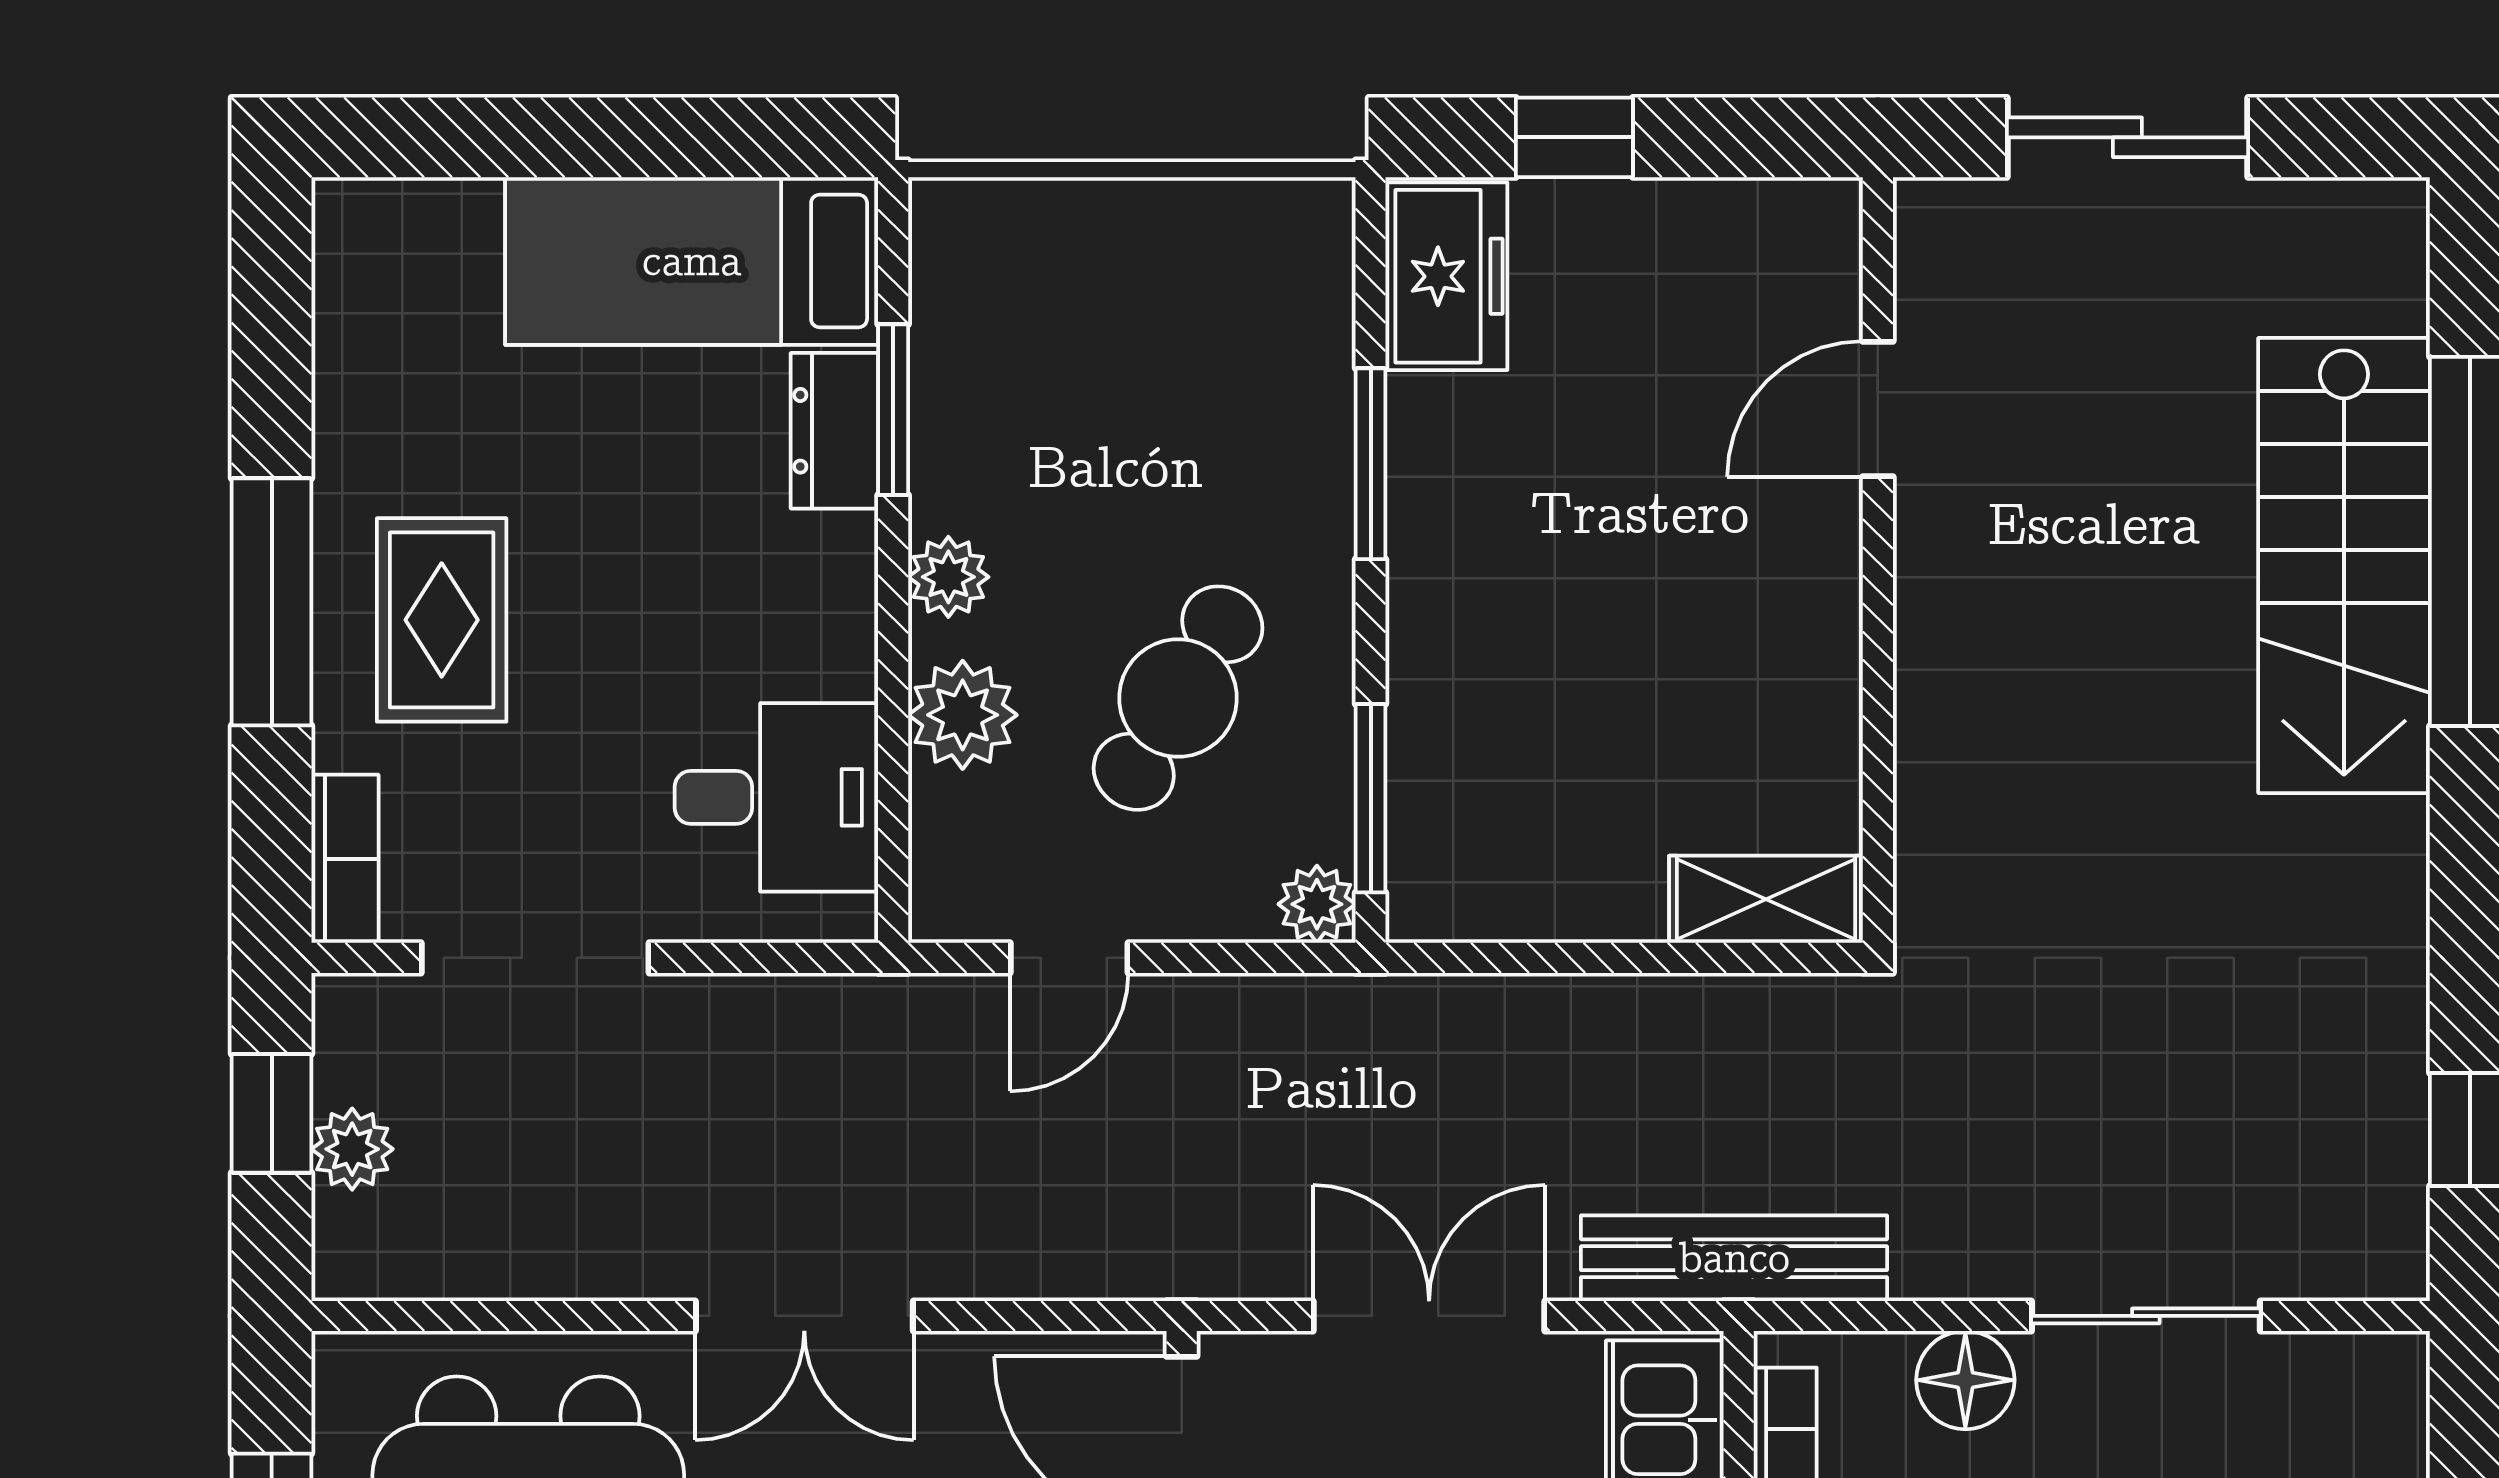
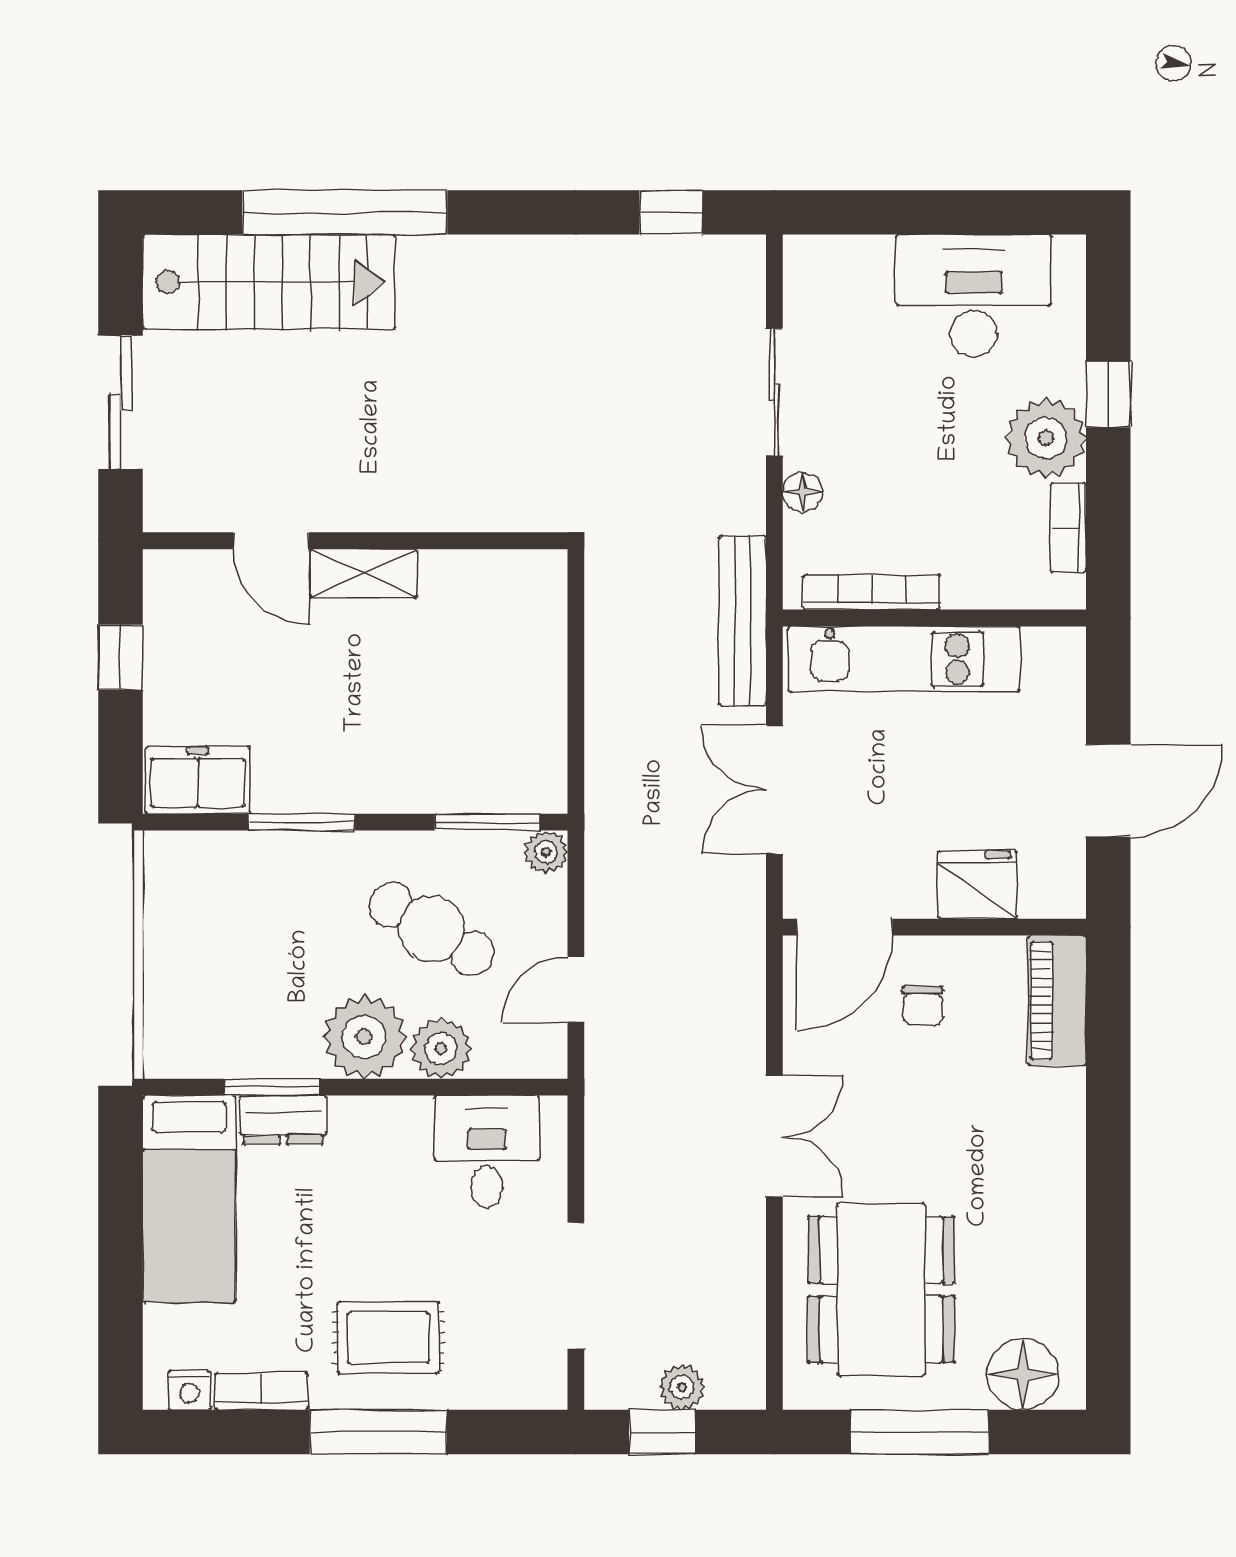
window: (1574, 137) -> (121, 657), moved
nightstand: (347, 262) -> (190, 1390), added
stairs: (2344, 565) -> (269, 282), moved
plant: (948, 577) -> (364, 1037), width x1.88, depth x1.88
bookcase: (345, 859) -> (262, 1391), moved
shelving: (1766, 899) -> (363, 573), moved, turned 90
door: (1069, 958) -> (576, 989), swing flipped
floor lamp: (1965, 1380) -> (803, 492), width x0.73, depth x0.73

